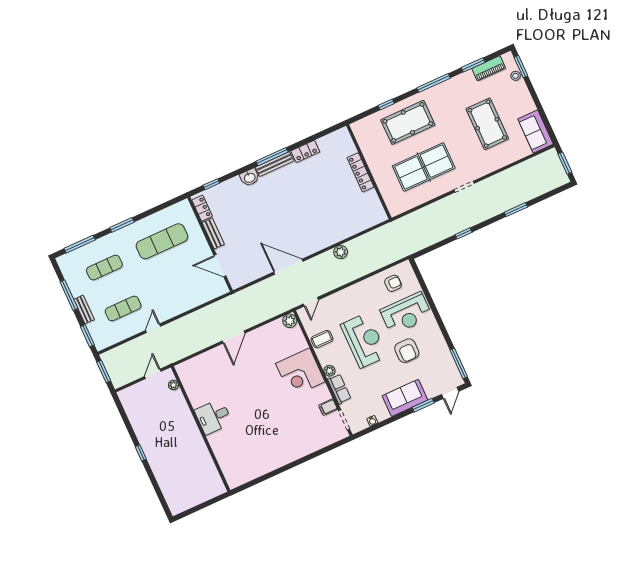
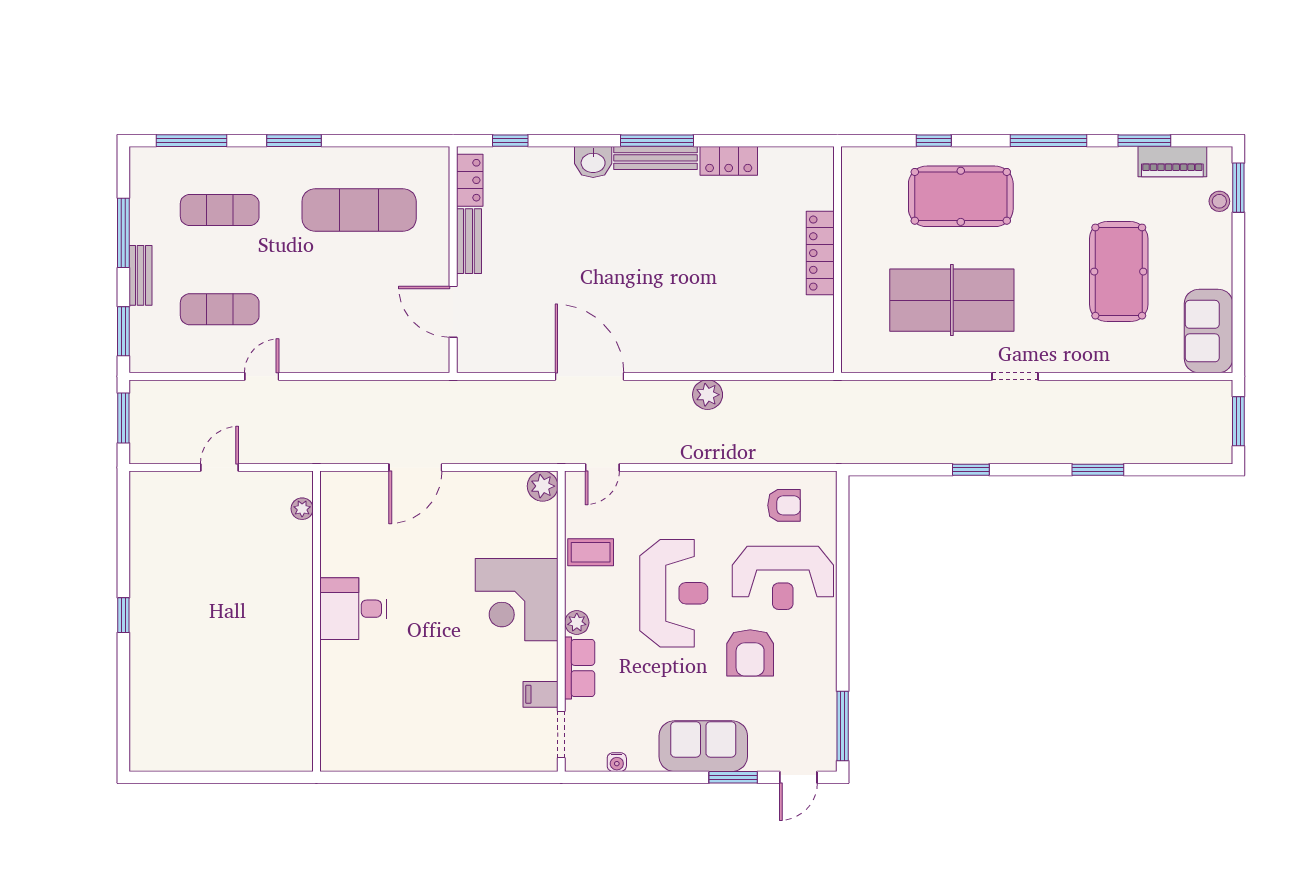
plant: (173, 385) -> (302, 509), moved
desk: (213, 417) -> (353, 609), moved
wall: (201, 429) -> (316, 621), moved

